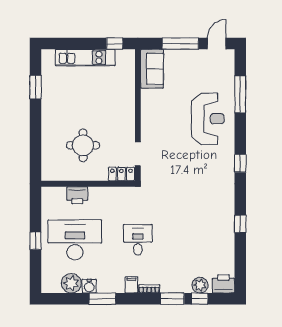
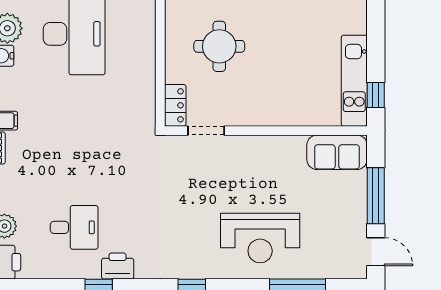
kitchen unit: (85, 58) -> (354, 81), moved
printer: (77, 195) -> (118, 266), moved, turned 90
desk: (138, 240) -> (74, 227), moved

